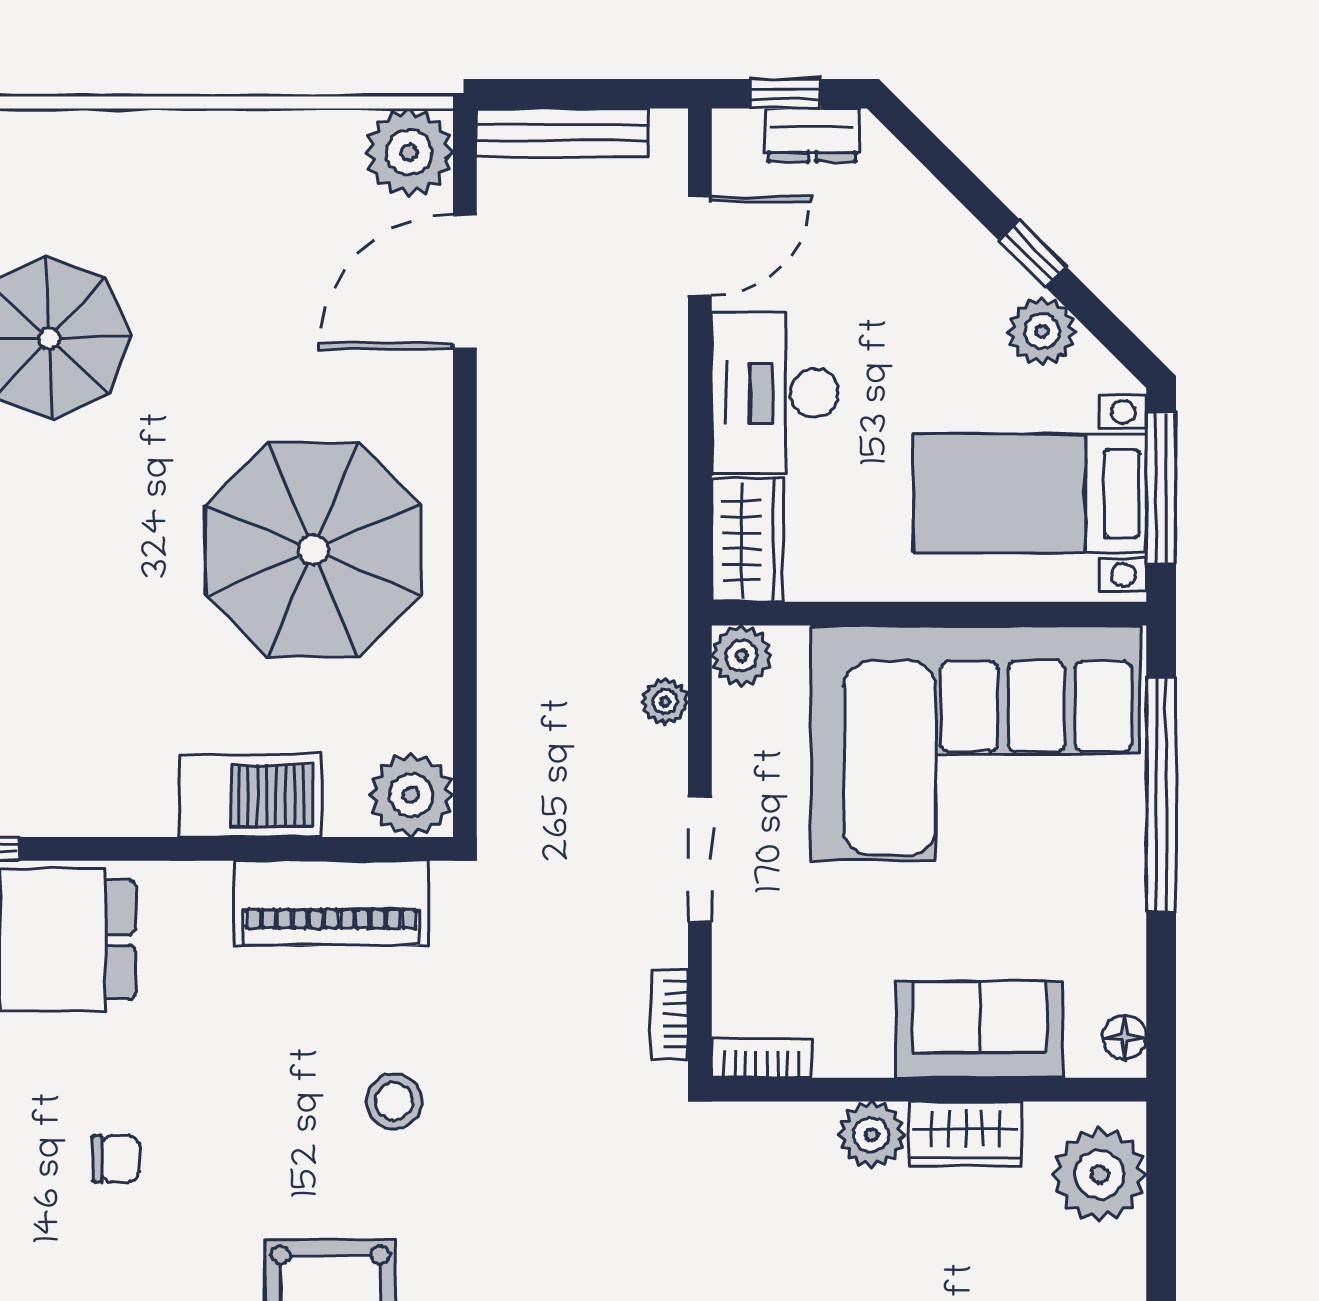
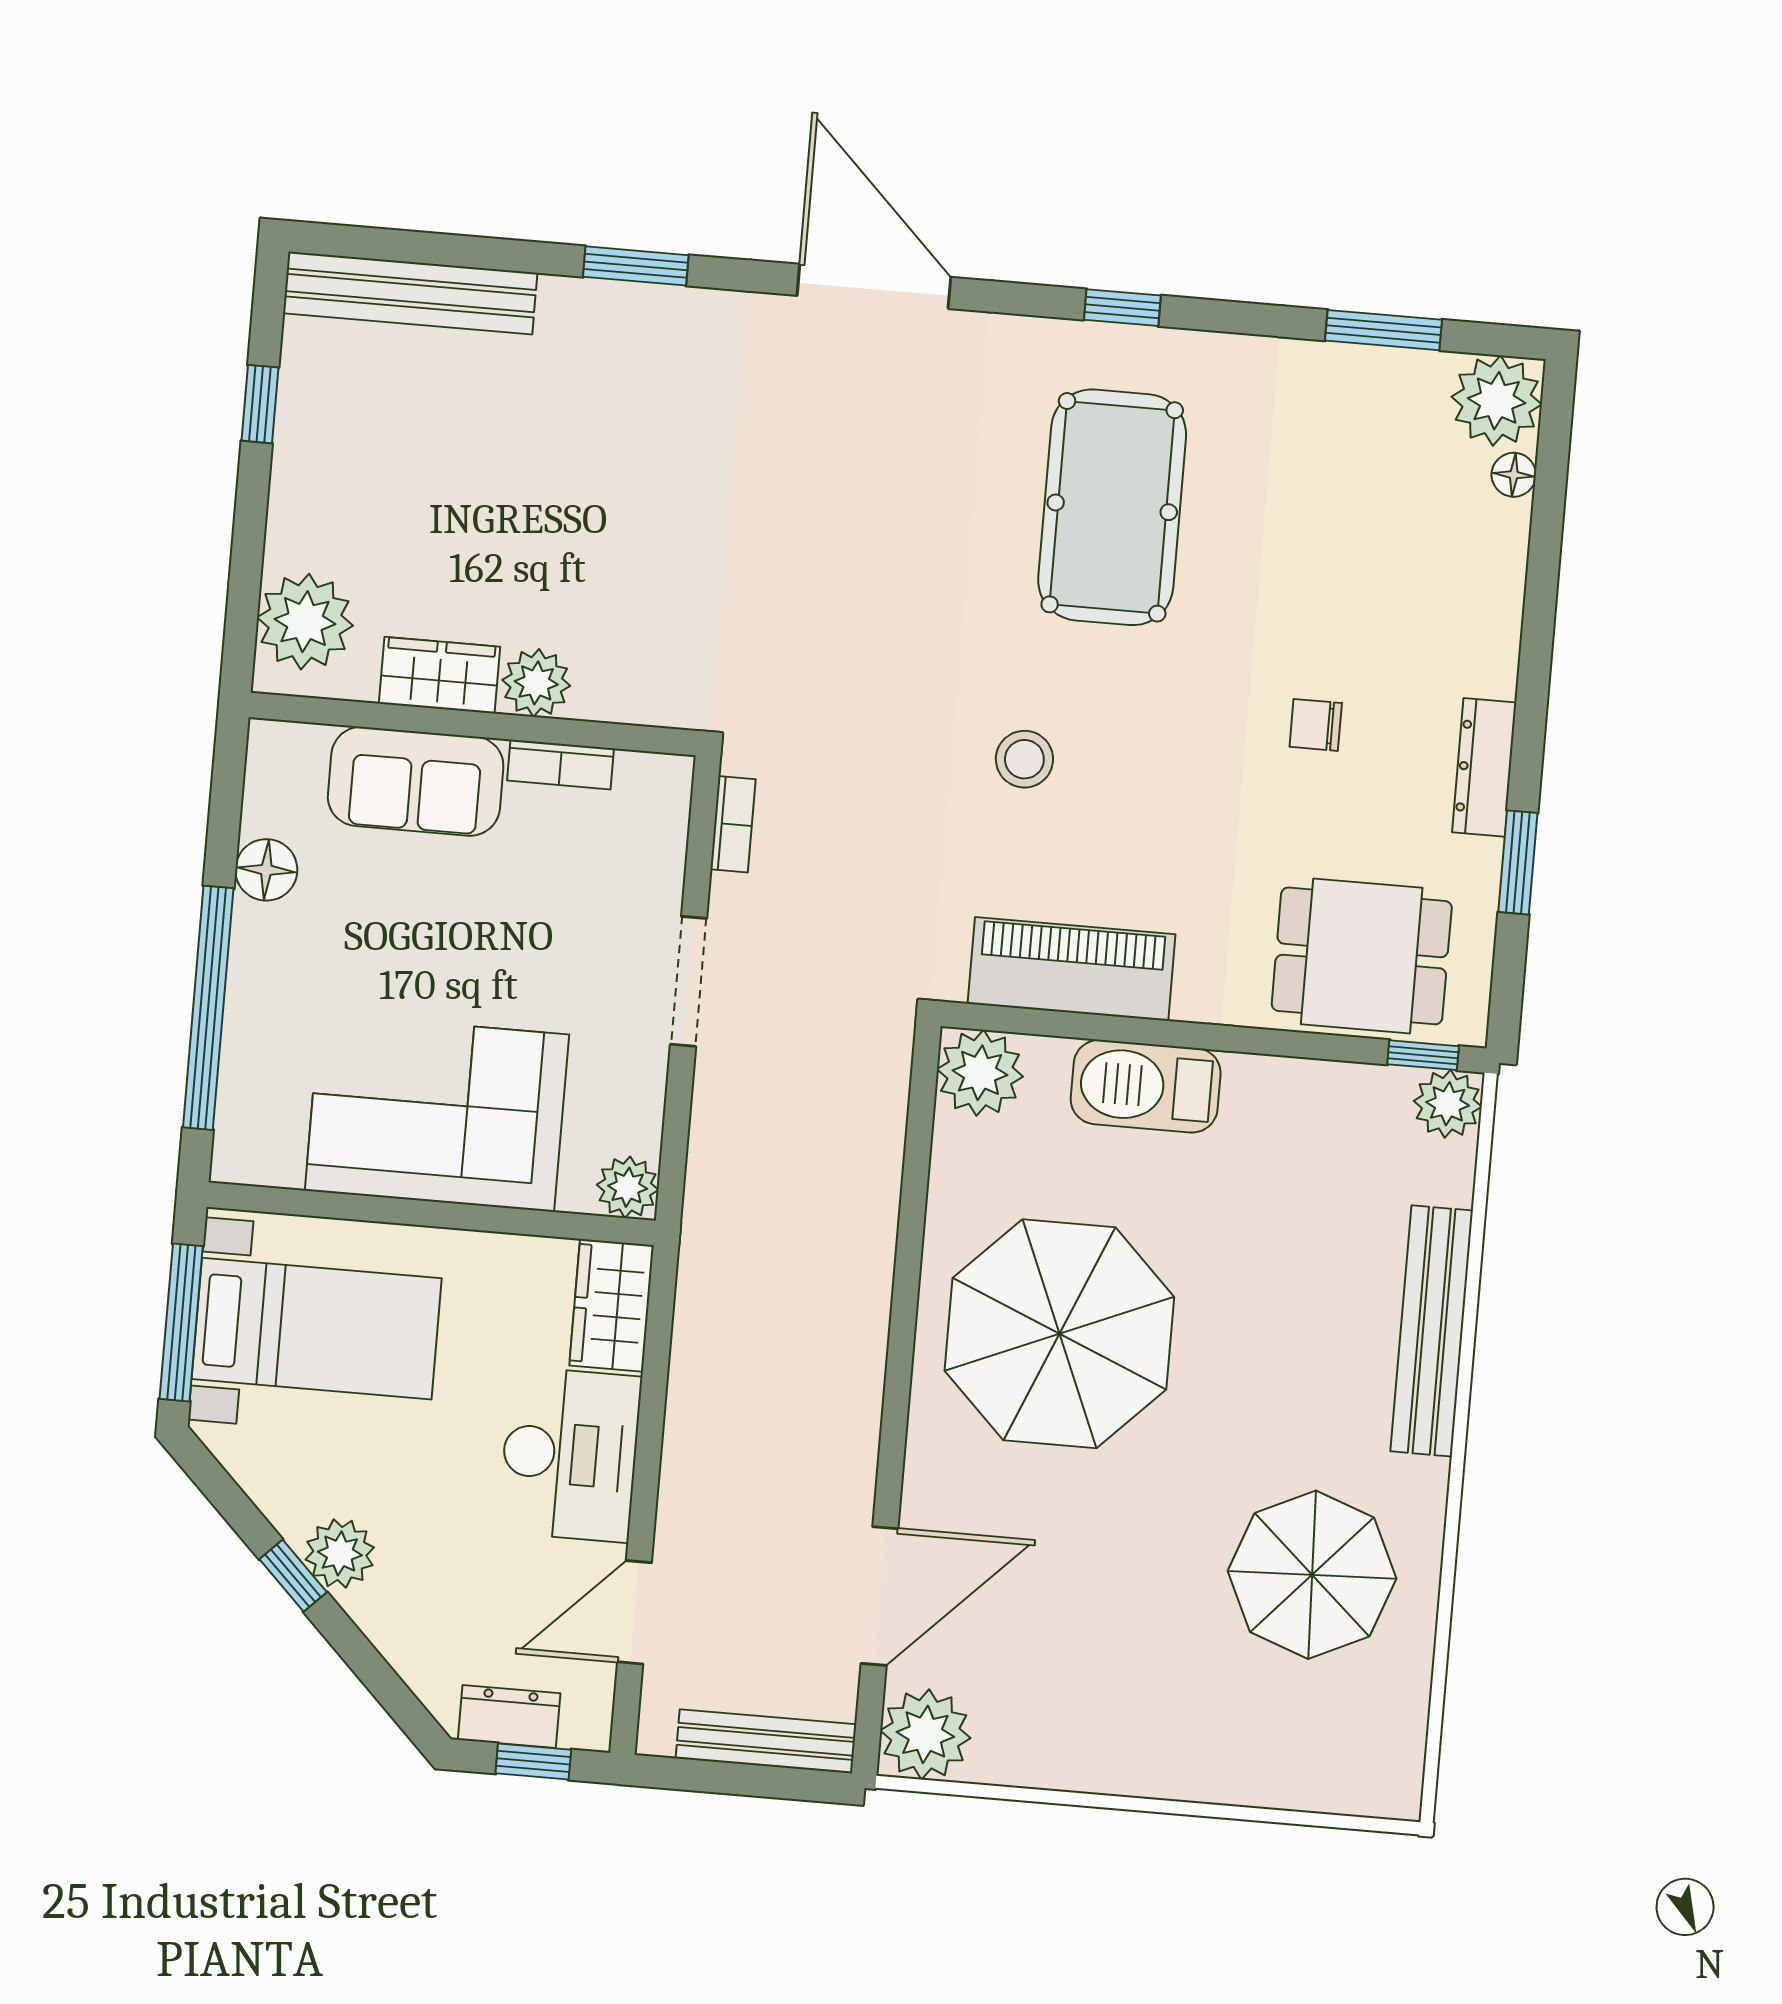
plant: (1042, 331) -> (340, 1553), moved
plant: (665, 702) -> (710, 1147), removed
corner sofa: (975, 743) -> (437, 1113), width x0.73, depth x0.74
floor lamp: (1125, 1037) -> (266, 870), moved, width x1.37, depth x1.37
bookcase: (762, 1058) -> (560, 764), moved

